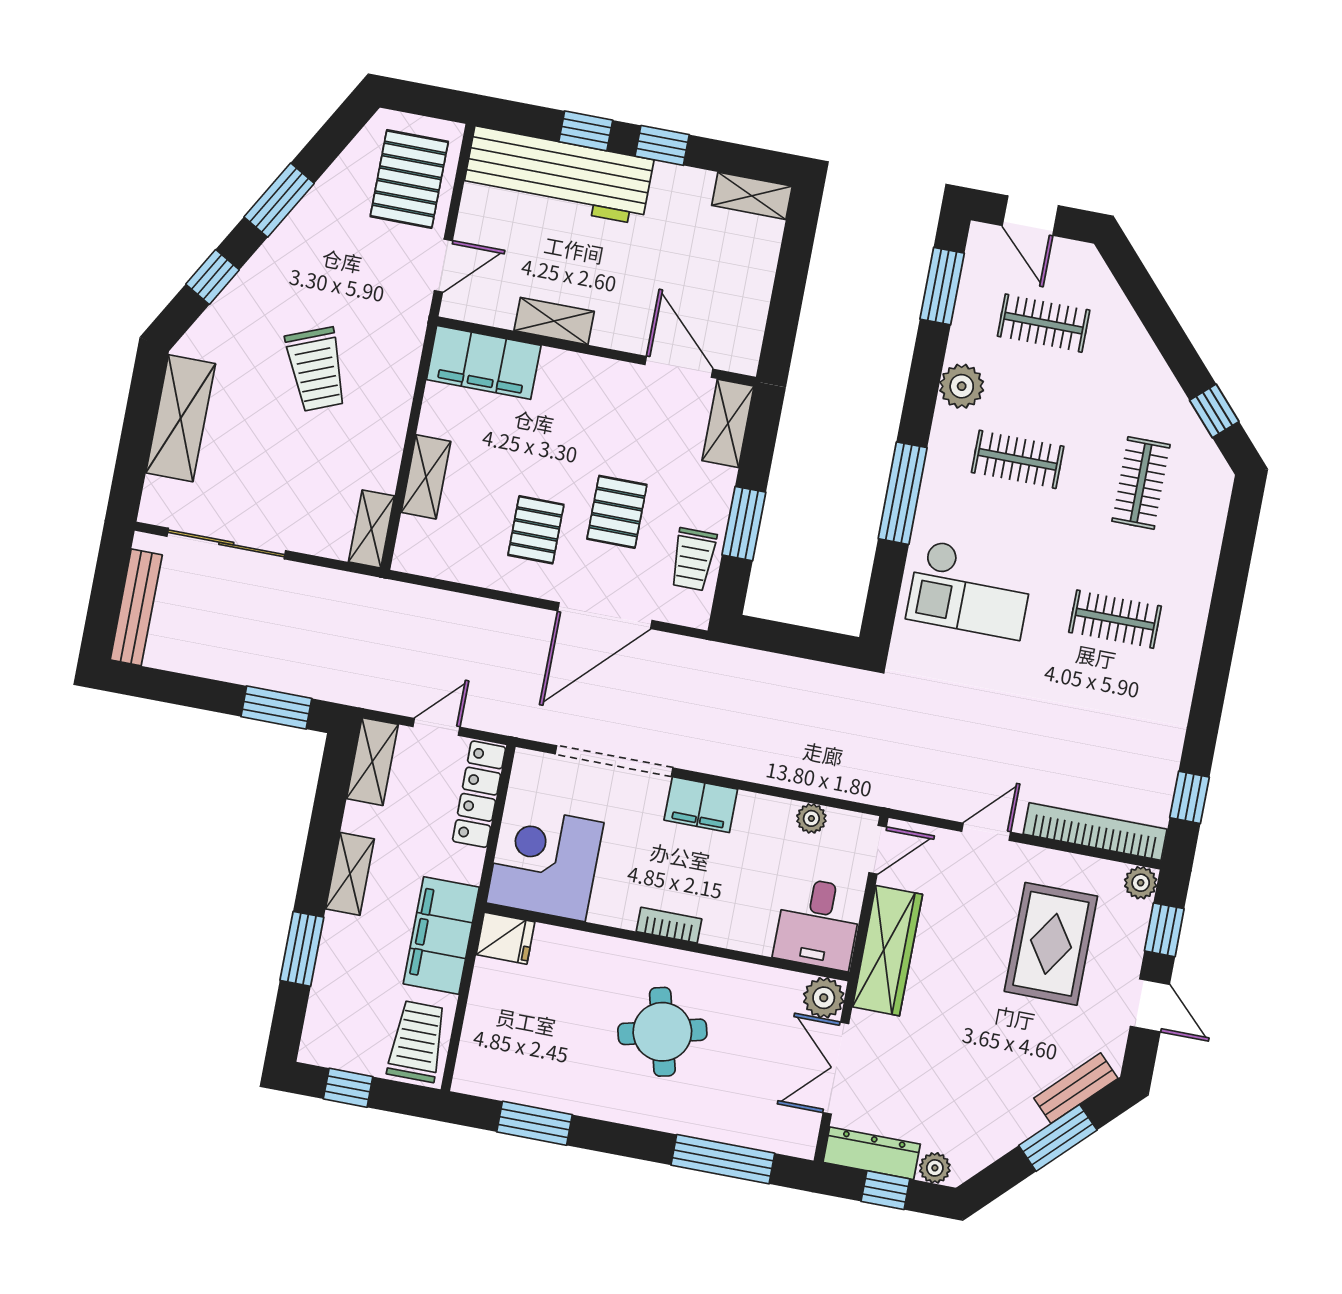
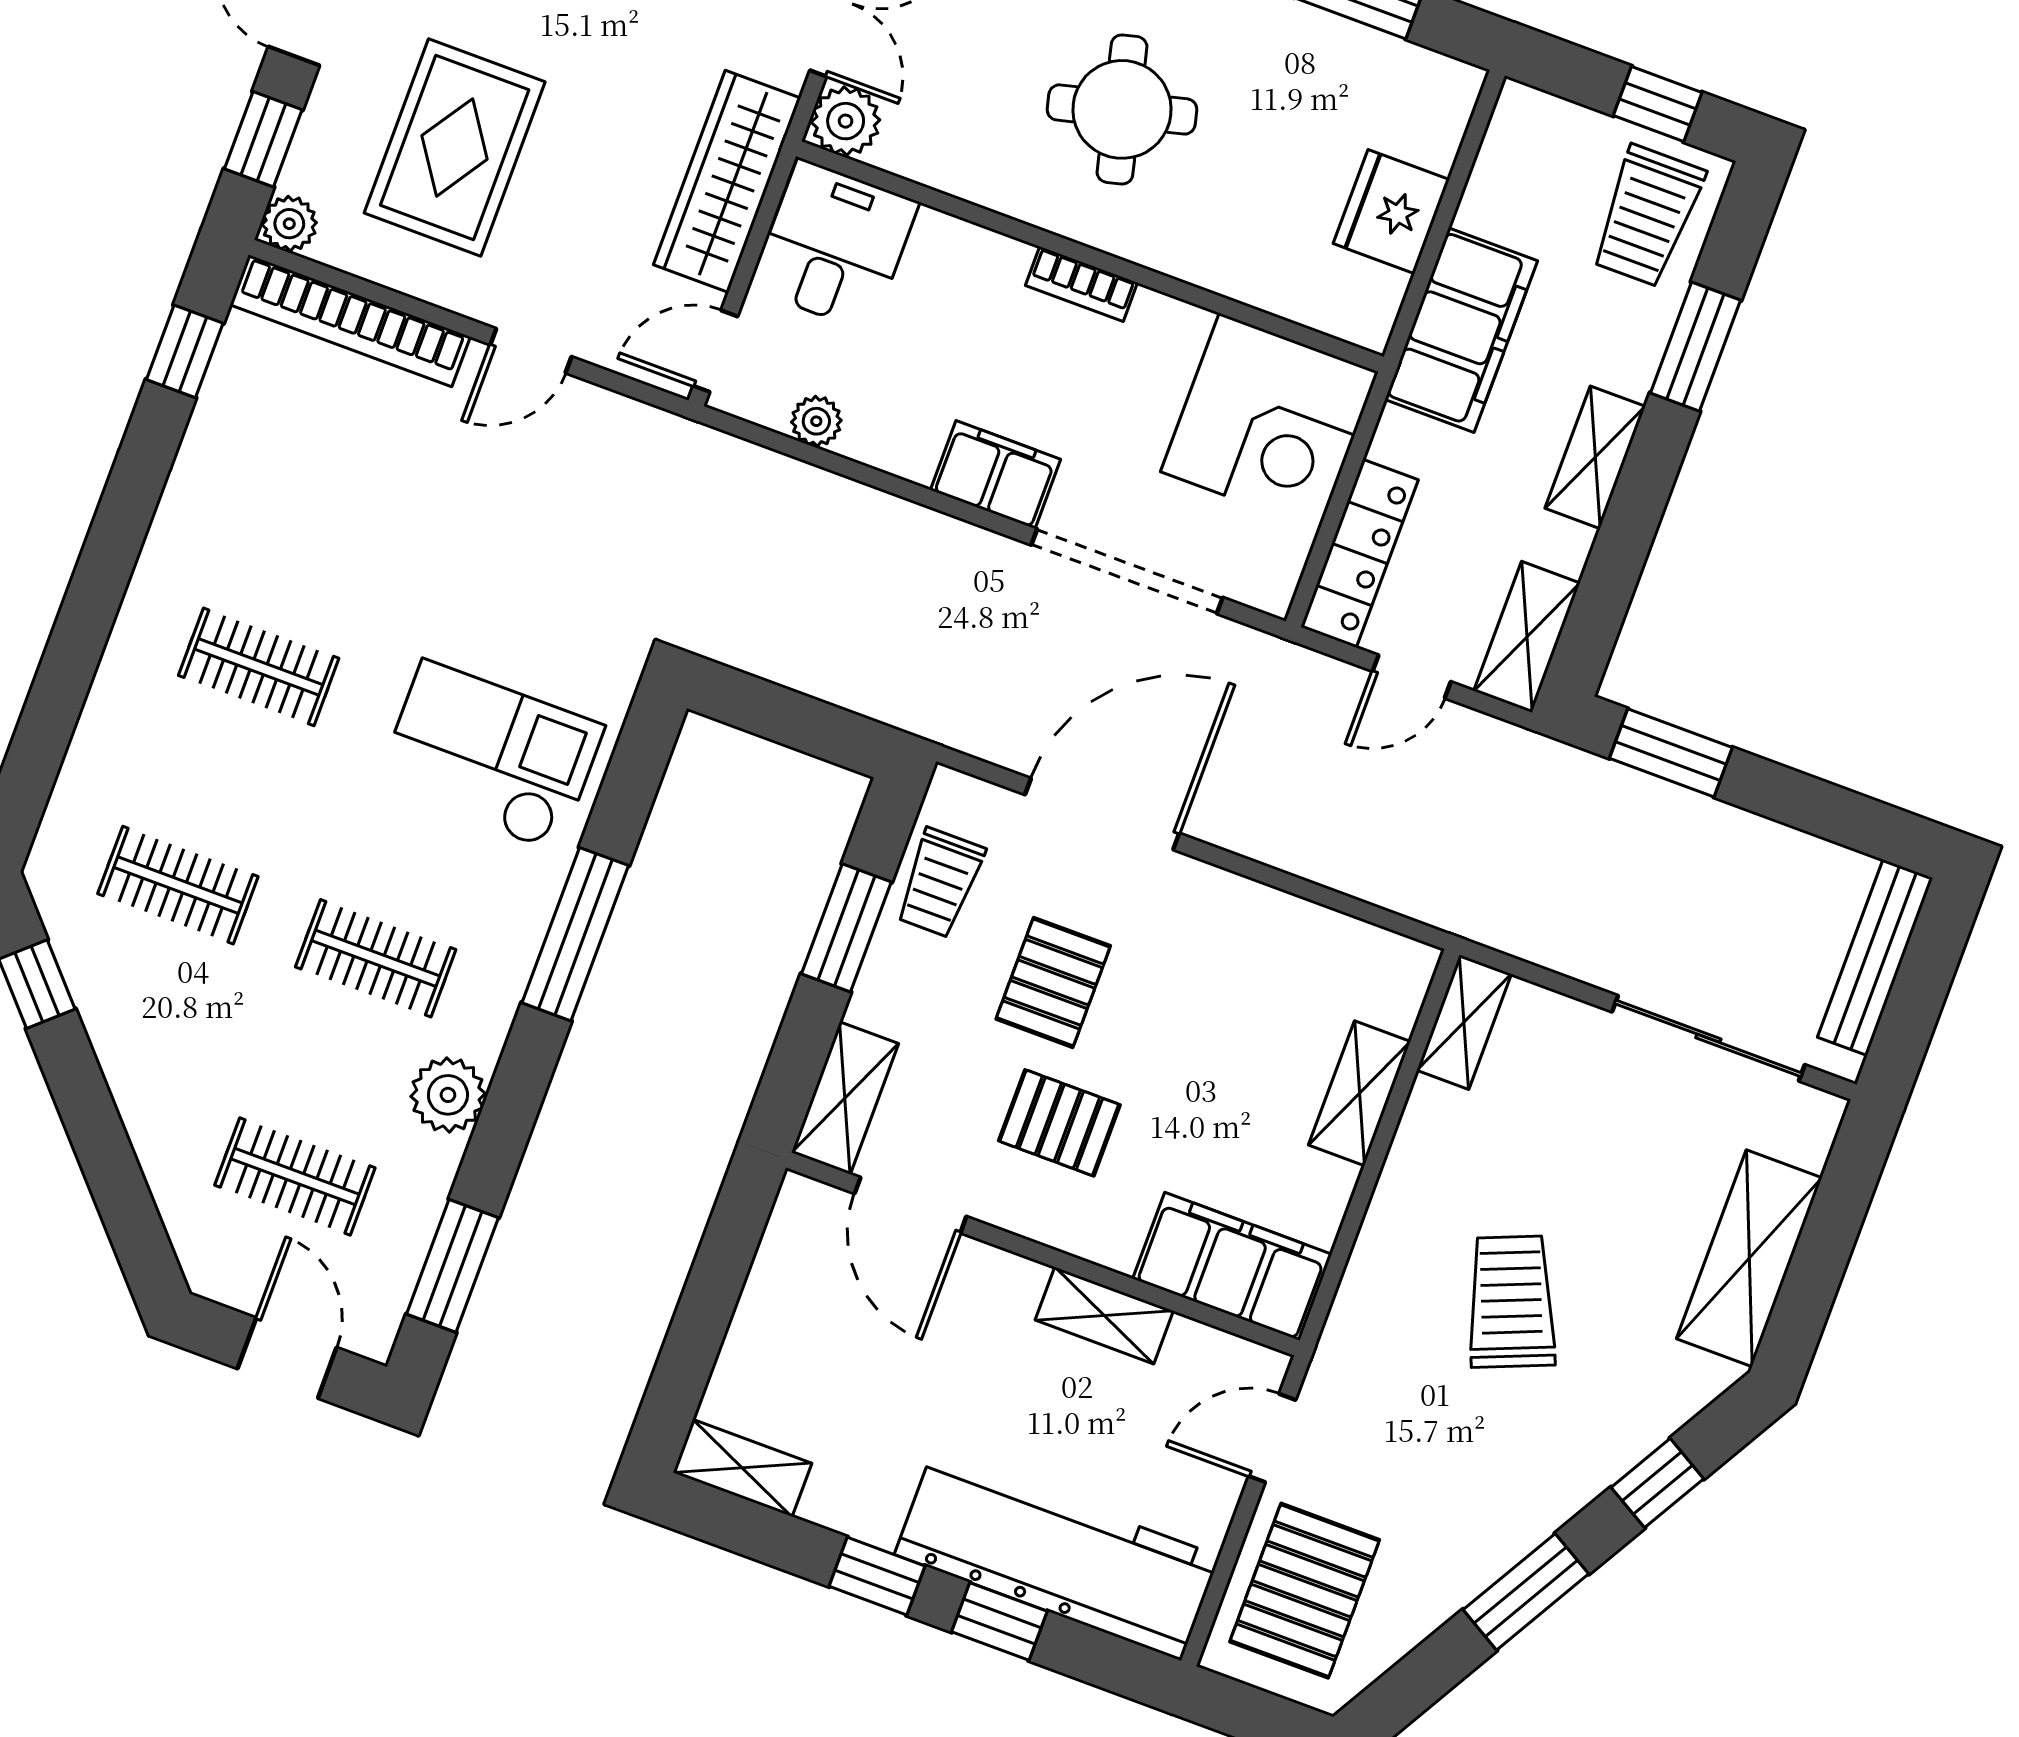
clothes rail: (1141, 483) -> (178, 885), turned 90
pallet: (536, 530) -> (1059, 1123), moved, turned 90
trolley: (693, 559) -> (940, 883), turned 180
fridge: (505, 938) -> (1391, 212), moved, width x1.38
trolley: (417, 1041) -> (1647, 216), moved

